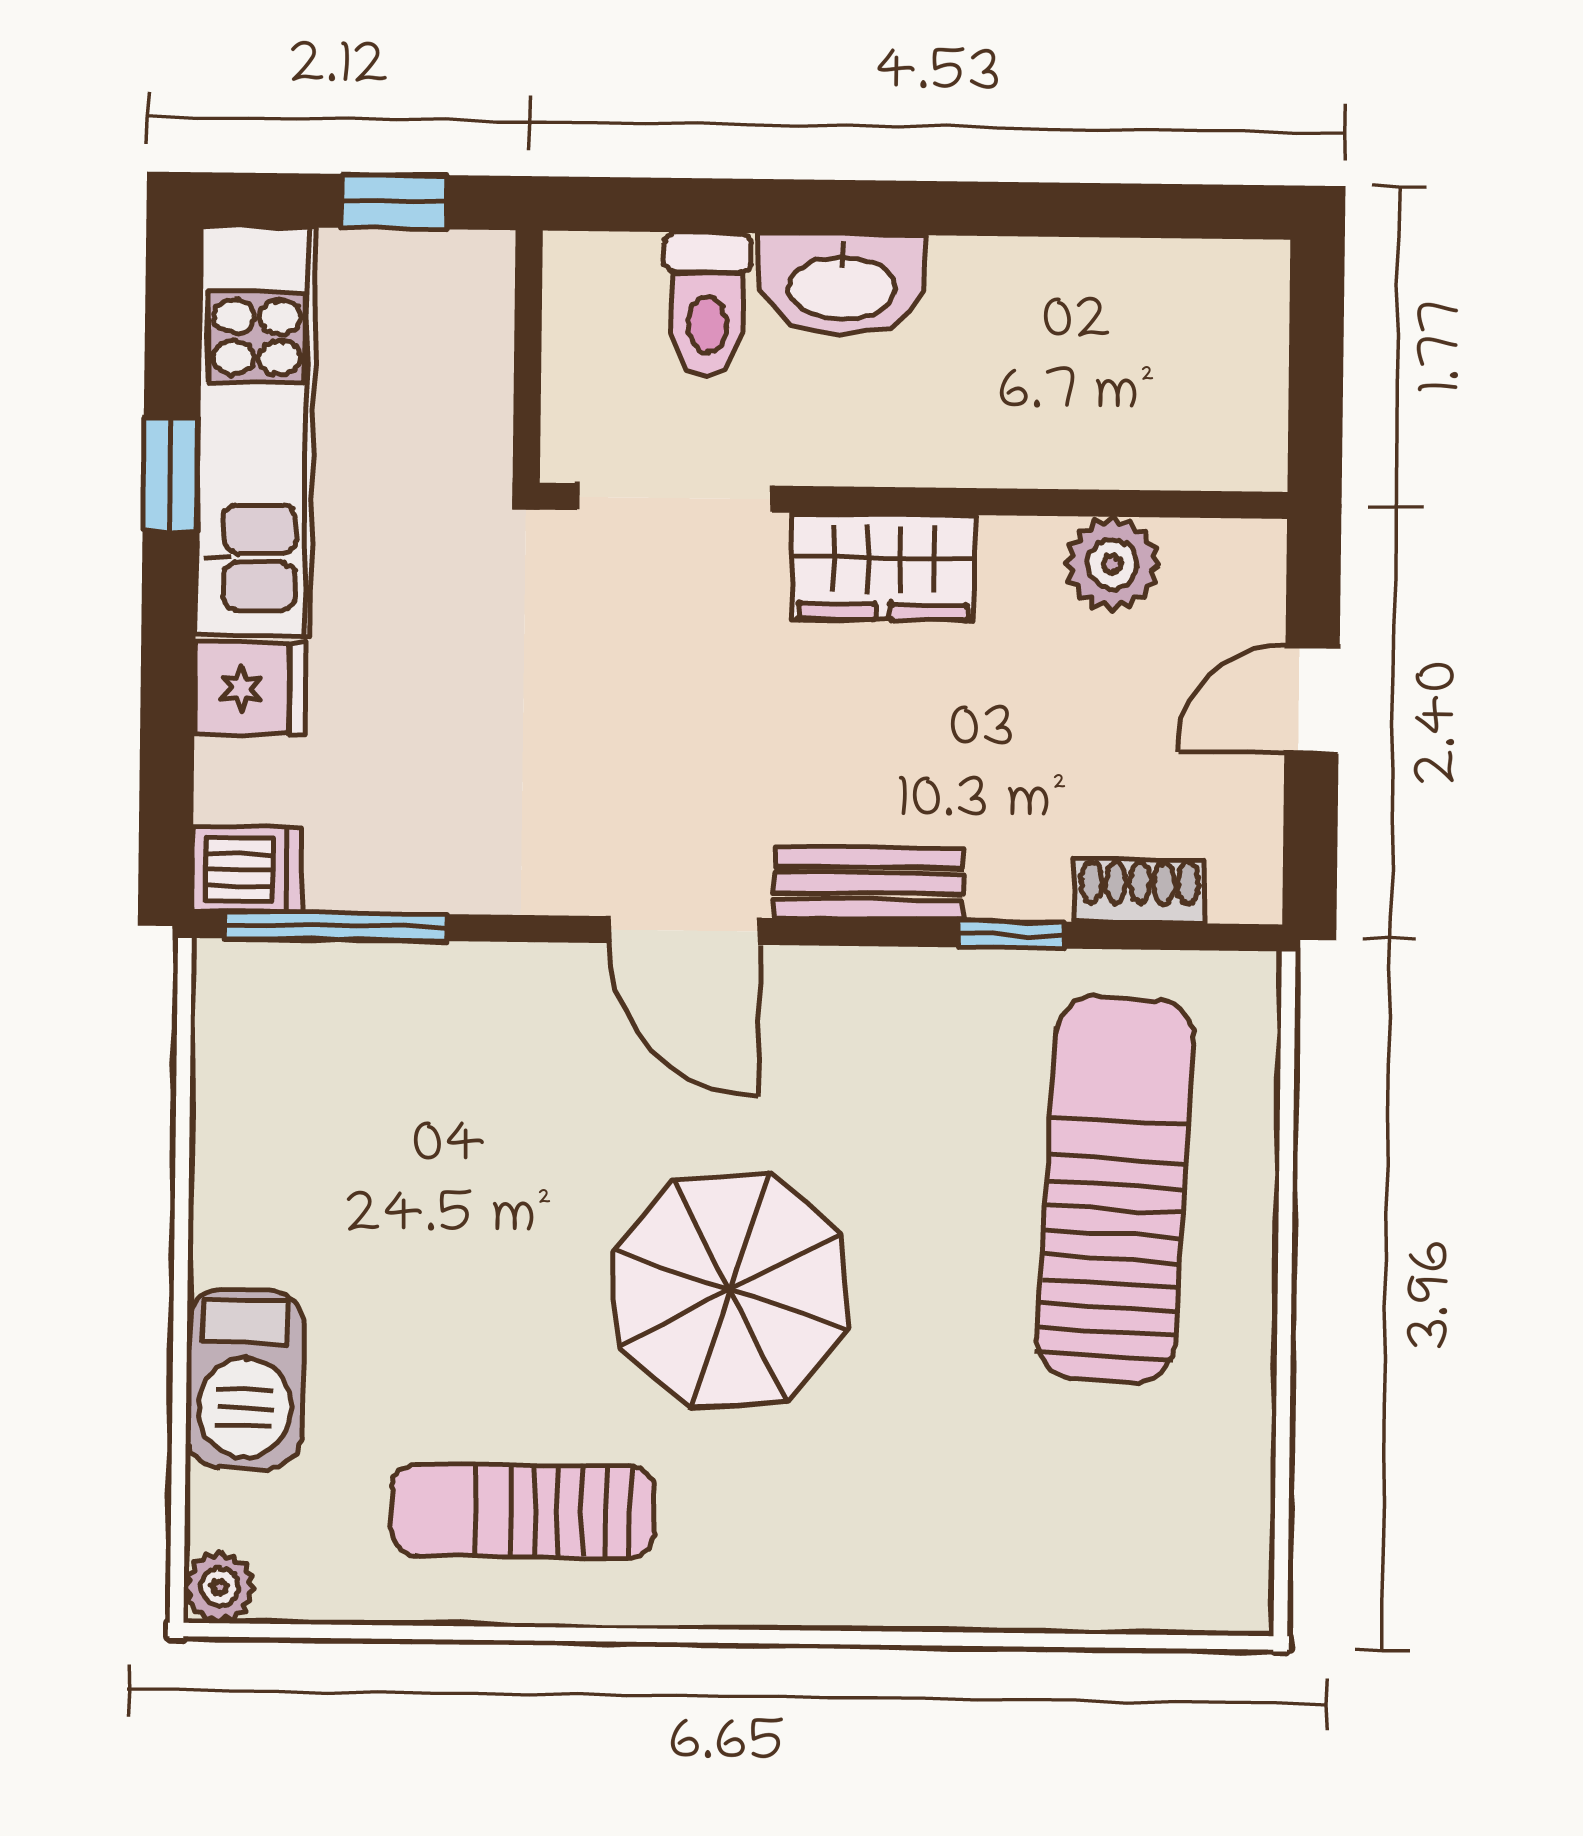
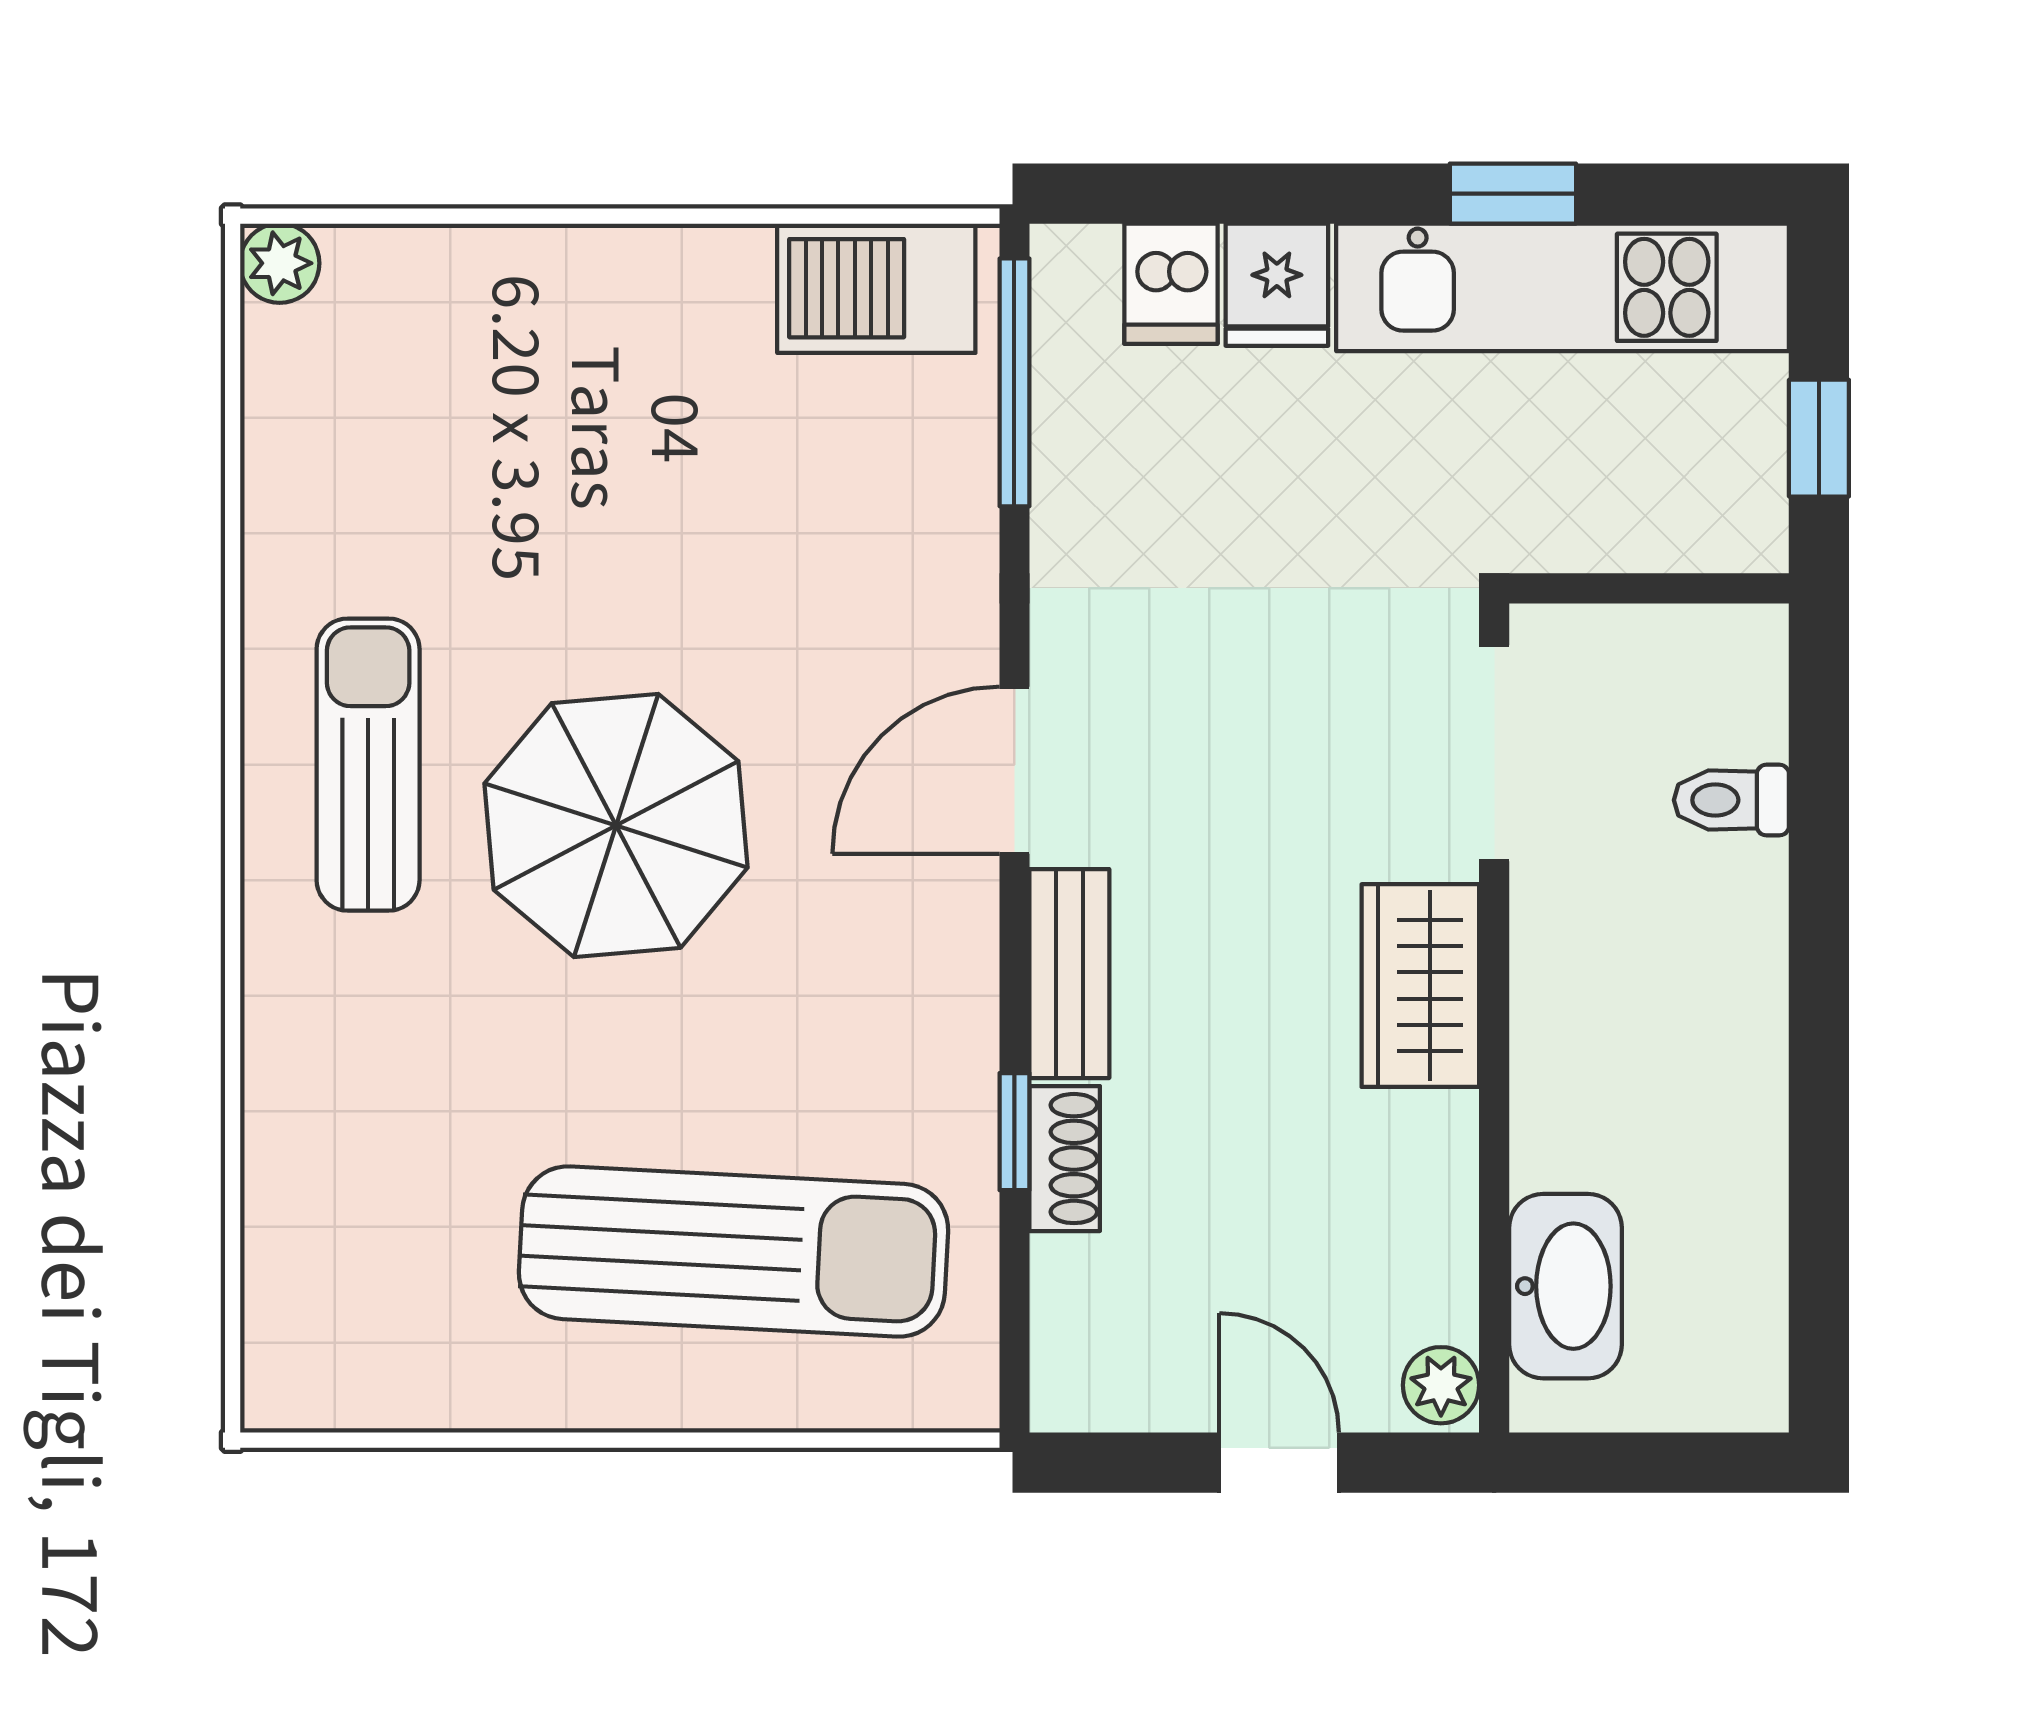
washbasin: (842, 285) -> (1566, 1286), moved, turned 180
toilet: (707, 304) -> (1731, 800), width x0.73, depth x0.72
plant: (1112, 564) -> (1441, 1385), moved, width x0.73, depth x0.73
dishwasher: (247, 870) -> (1171, 284), moved
shoe rack: (1140, 891) -> (1065, 1159), moved
barbecue: (245, 1379) -> (876, 288), moved
sun lounger: (523, 1511) -> (368, 765), moved

